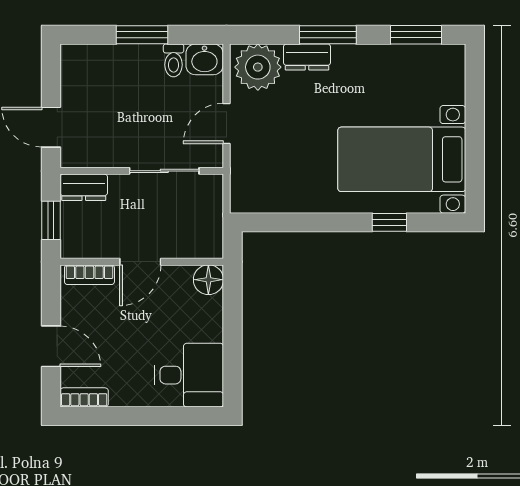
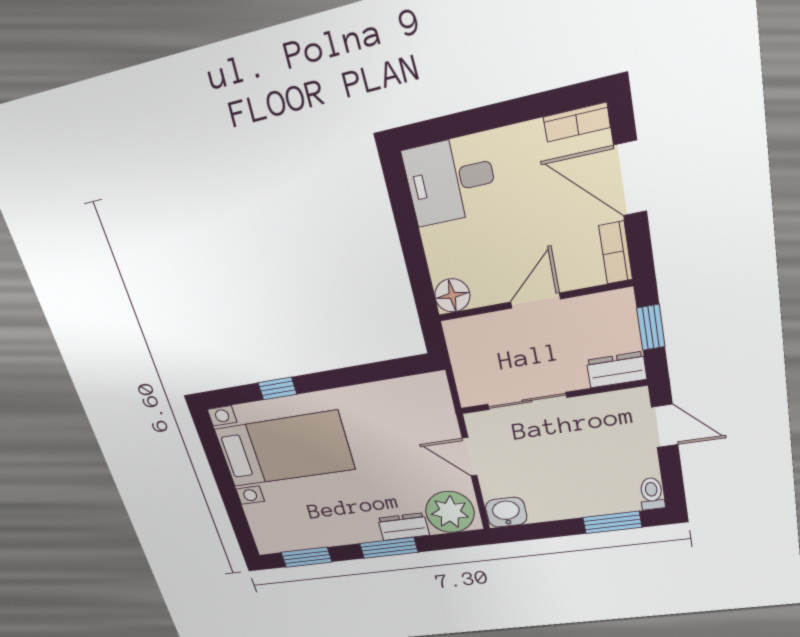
window: (142, 35) -> (612, 522), moved
toilet: (174, 60) -> (652, 494), moved
door: (226, 123) -> (470, 457), swing flipped
bookcase: (89, 275) -> (616, 253), moved, turned -90
door: (51, 346) -> (630, 178), width x1.38

